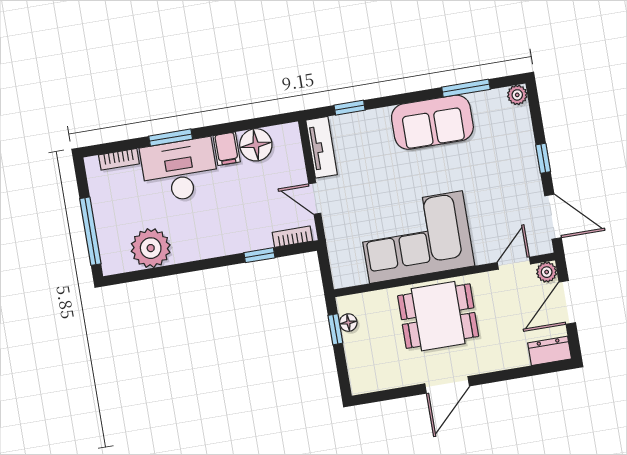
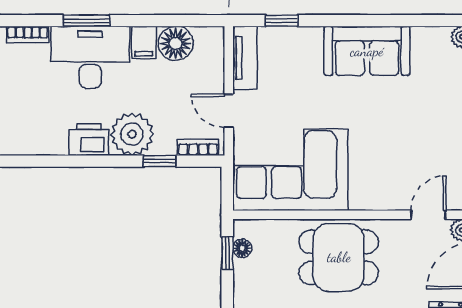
window: (466, 88) -> (409, 21), removed
corner sofa: (416, 237) -> (290, 170), moved
printer: (191, 246) -> (89, 139), added
plant: (151, 248) -> (132, 134), moved

